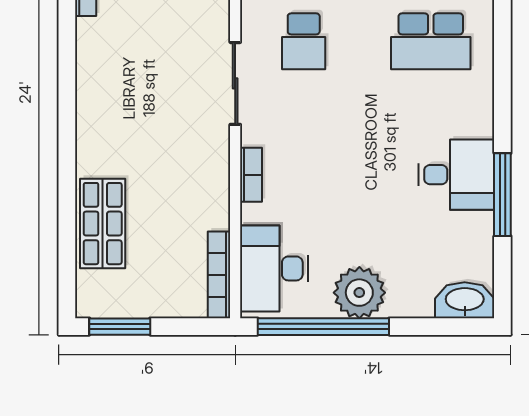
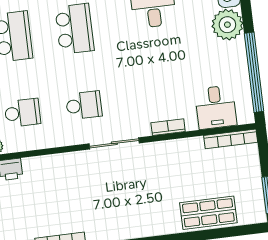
desk: (274, 268) -> (216, 107), width x0.73
plant: (359, 293) -> (227, 25), moved

